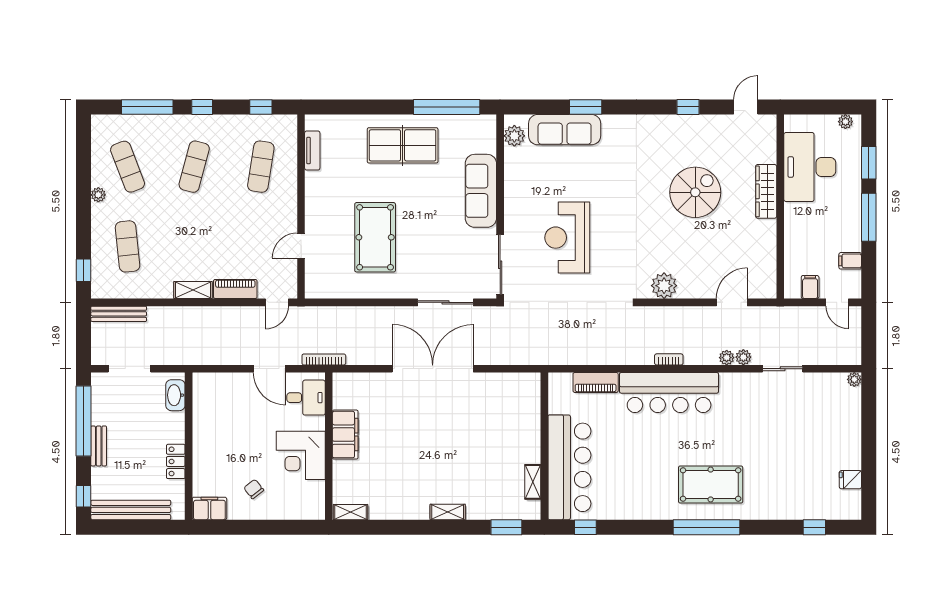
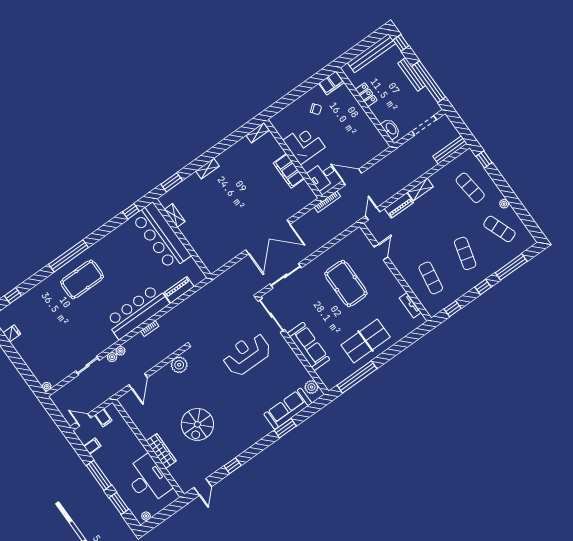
reception desk: (567, 238) -> (247, 354), turned -90
bench: (99, 446) -> (412, 74), width x1.36

